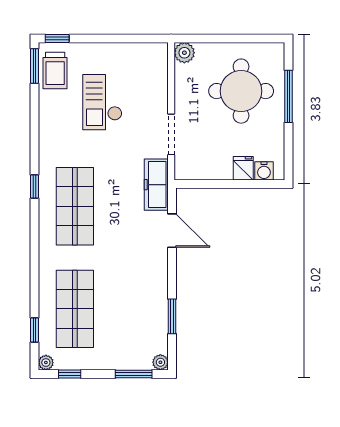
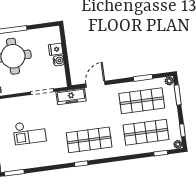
trolley: (55, 71) -> (15, 161), removed
water cooler: (264, 171) -> (59, 61), moved
shop shelf: (132, 309) -> (142, 101), added

